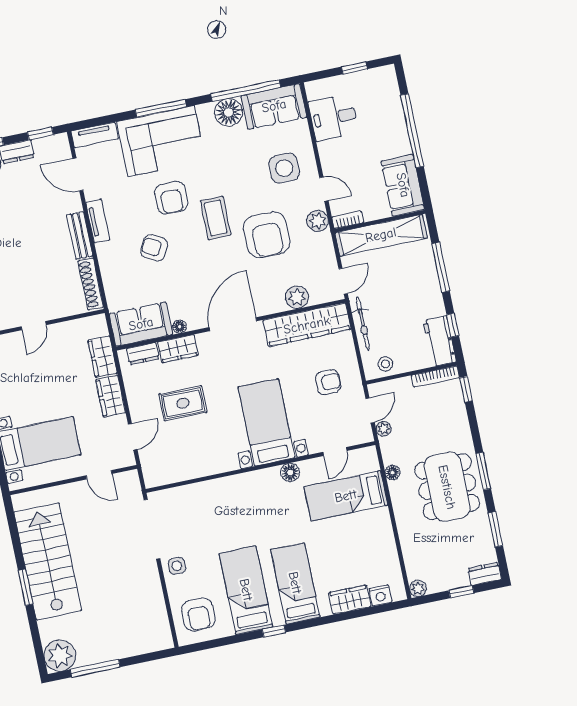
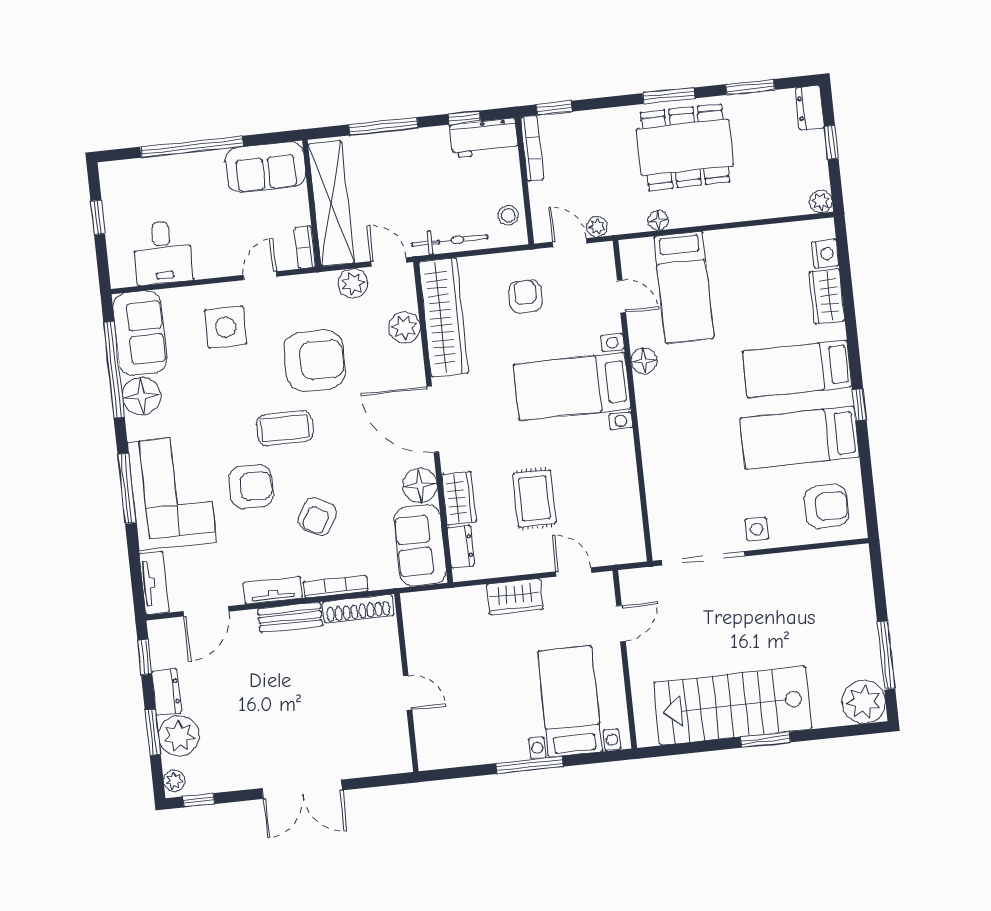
plant: (318, 221) -> (353, 283), moved
bookcase: (105, 266) -> (336, 587), added
floor lamp: (179, 327) -> (420, 486), width x1.89, depth x1.89
wardrobe: (103, 357) -> (460, 602), removed

